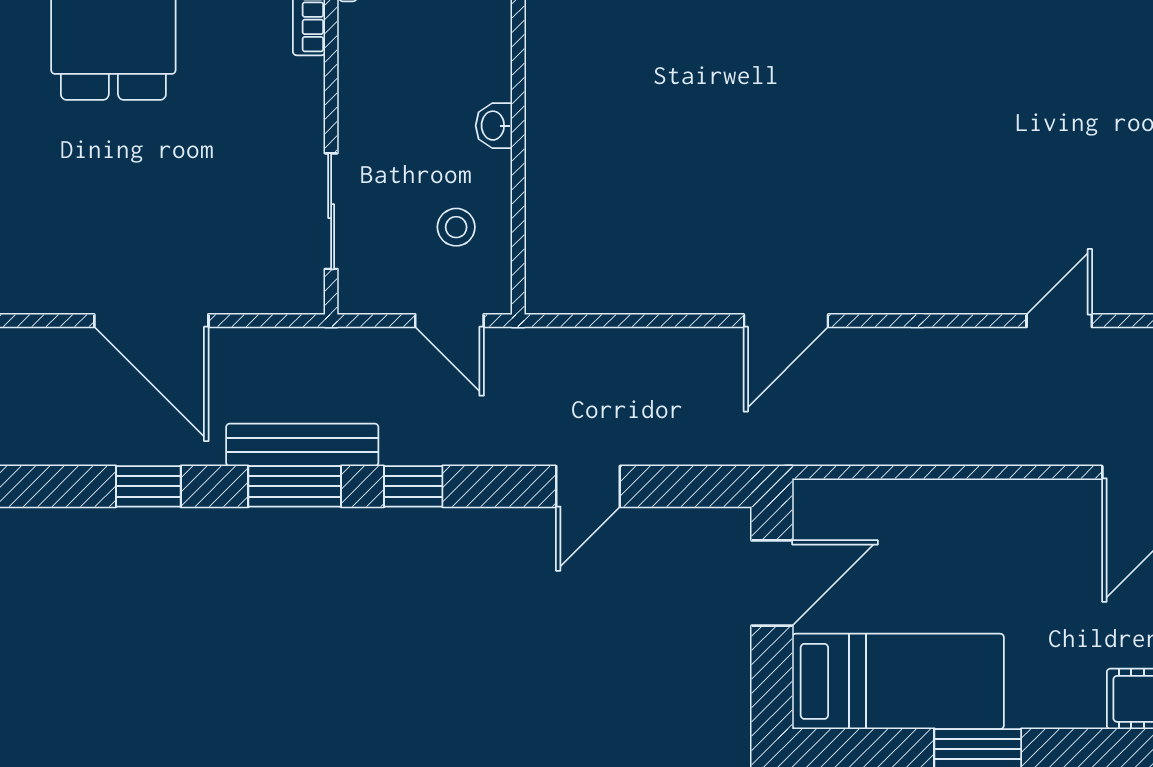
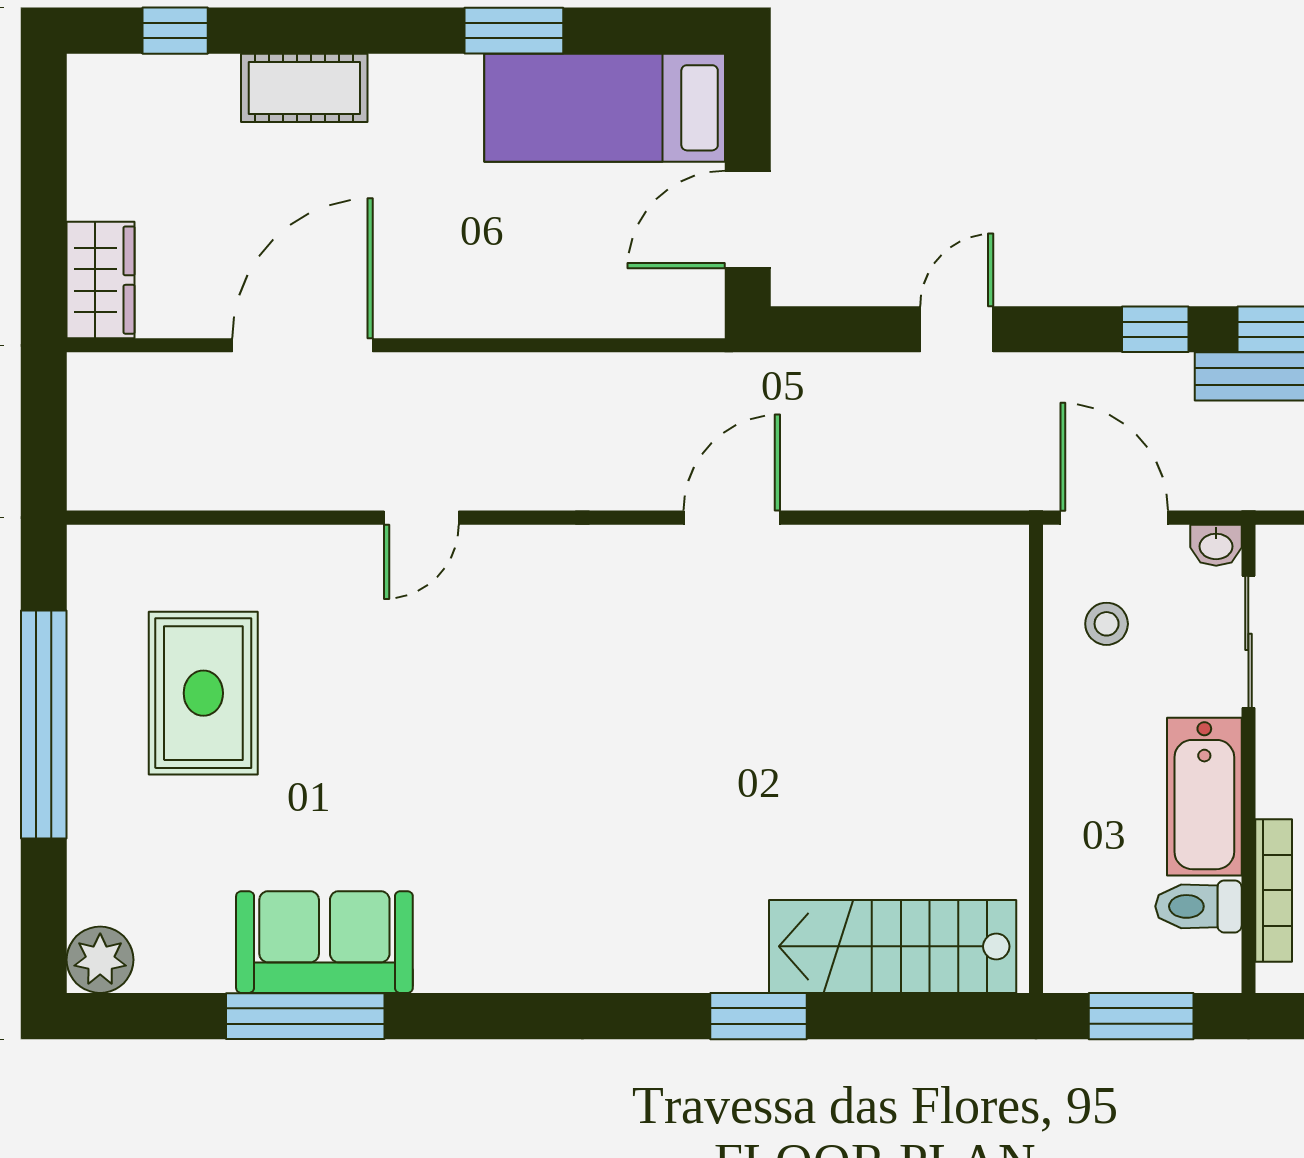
bathtub: (370, 75) -> (1204, 797), added
washbasin: (494, 126) -> (1216, 545), moved, turned 90
door: (449, 321) -> (1114, 518), width x1.38

